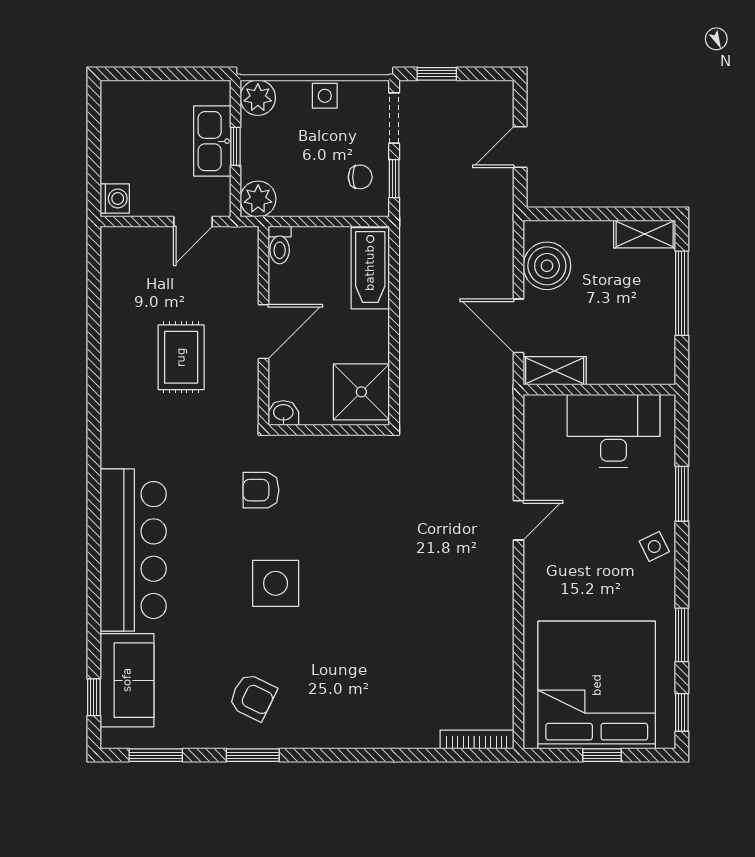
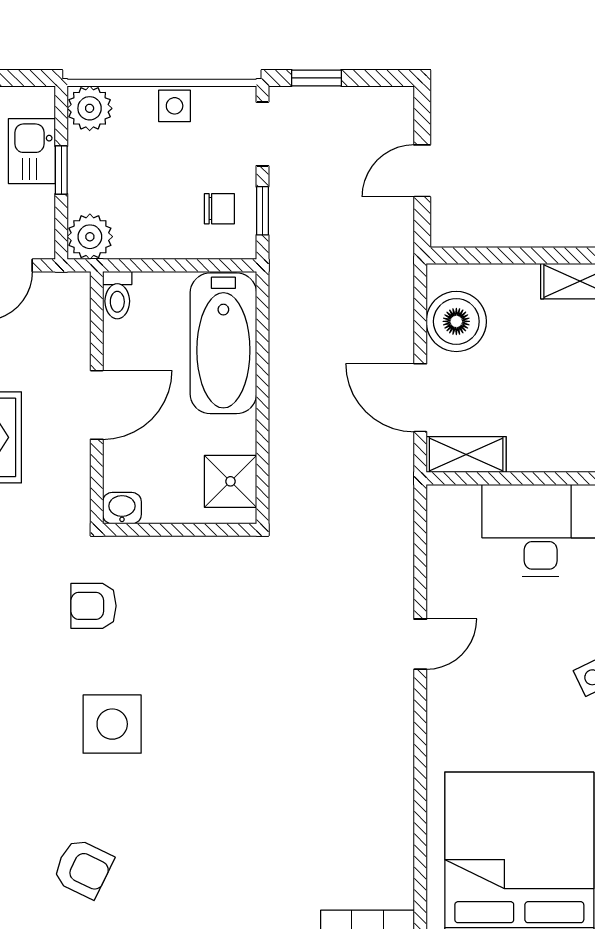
kitchen sink: (212, 141) -> (32, 151), width x0.73
bathtub: (370, 268) -> (223, 343), width x1.36, depth x1.36
shower: (361, 392) -> (230, 481), width x0.73, depth x0.73

